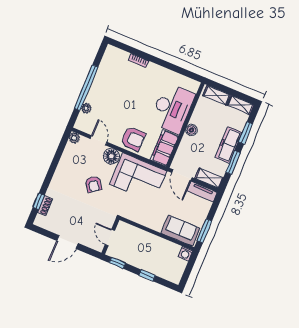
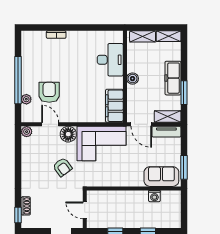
desk: (172, 108) -> (110, 60), width x0.73, depth x0.77
window: (245, 133) -> (184, 60), removed
armchair: (133, 139) -> (49, 92), moved, turned -90
window: (39, 201) -> (18, 215), moved
wall: (110, 236) -> (85, 209), moved
door: (110, 237) -> (85, 210), moved
washing machine: (185, 254) -> (154, 196), moved

